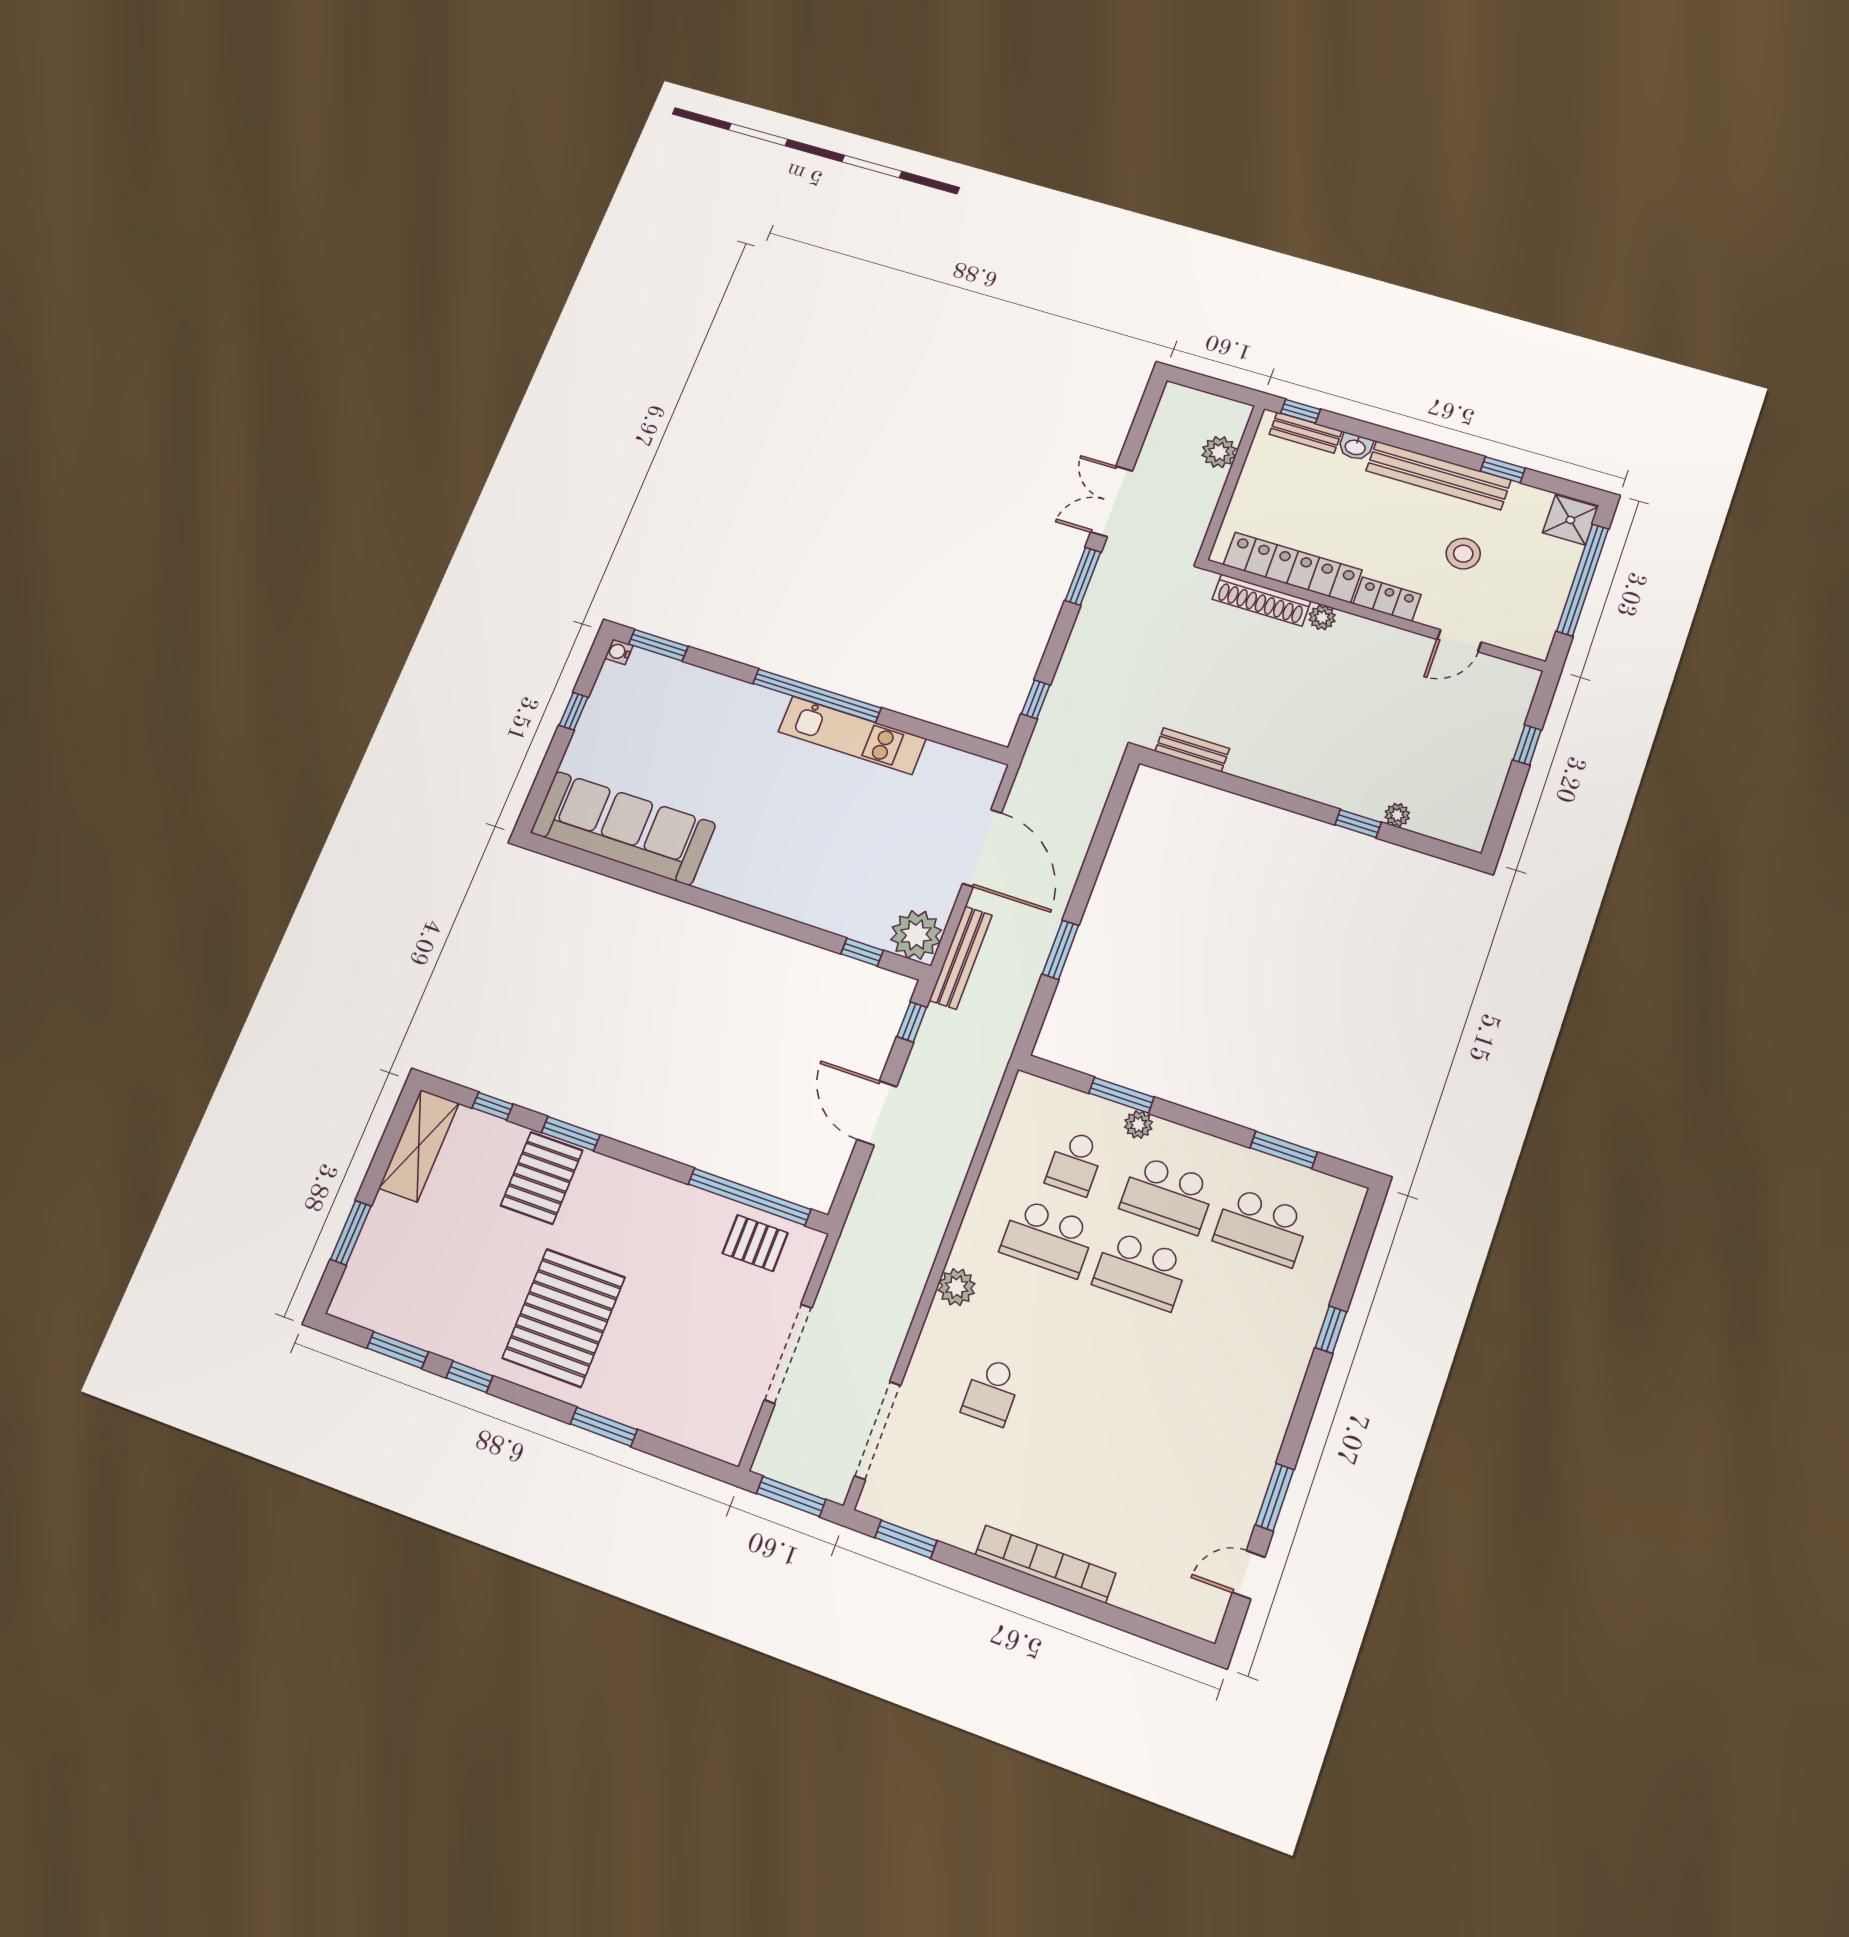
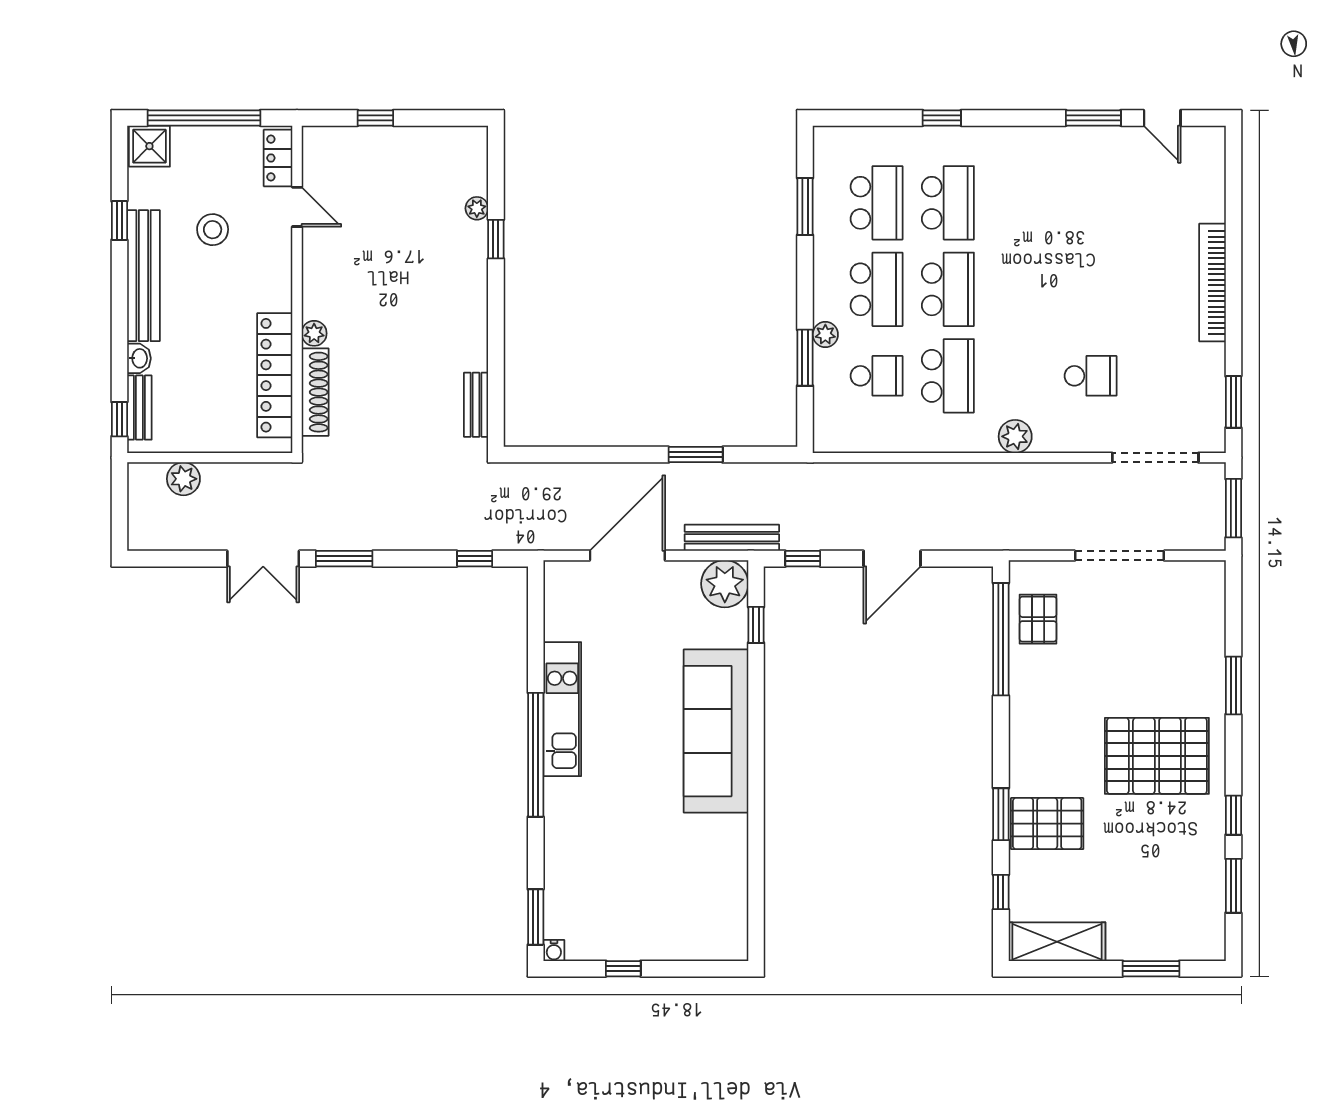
locker: (1387, 599) -> (278, 158), moved
sofa: (623, 828) -> (716, 731), moved
school desk: (1235, 1304) -> (948, 203), added

